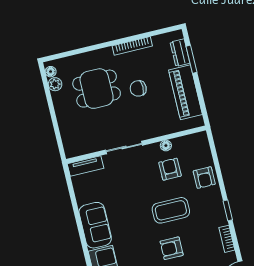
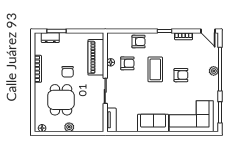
plant: (55, 84) -> (69, 127), moved
piano: (185, 92) -> (96, 57), moved, turned 90
armchair: (170, 169) -> (127, 63), turned 180
armchair: (172, 248) -> (181, 75), turned -90

